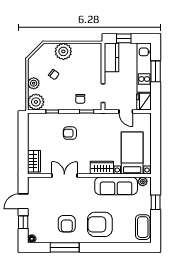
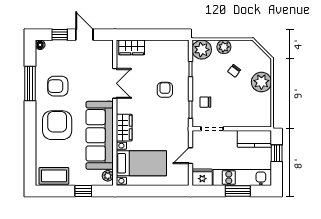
sofa: (116, 186) -> (100, 135), width x1.36, depth x1.27

